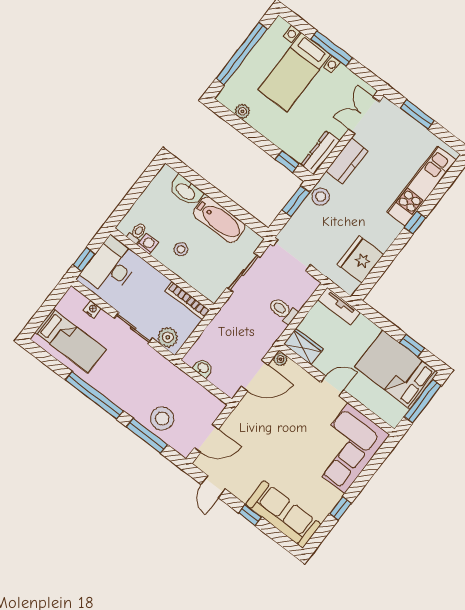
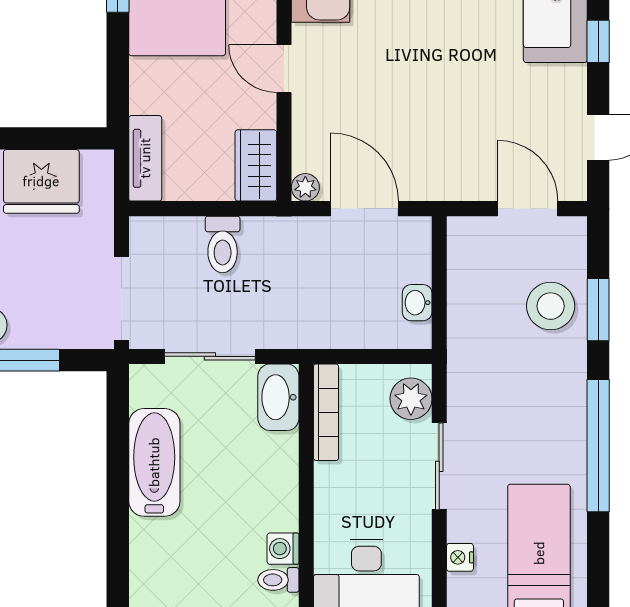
washbasin: (186, 191) -> (278, 397), moved, turned 180
stool: (181, 249) -> (250, 488), removed
window: (147, 436) -> (598, 310), width x0.69

